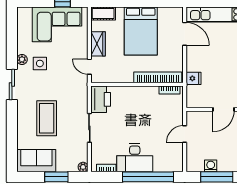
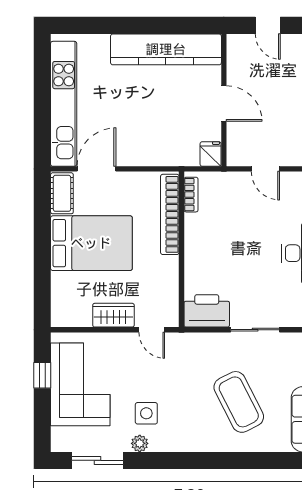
cot: (103, 13) -> (62, 193), moved
door: (89, 67) -> (152, 330), hinge flipped
fridge: (194, 78) -> (211, 154), moved
sliding door: (12, 84) -> (97, 460), moved
coffee table: (47, 118) -> (239, 402), turned 63

